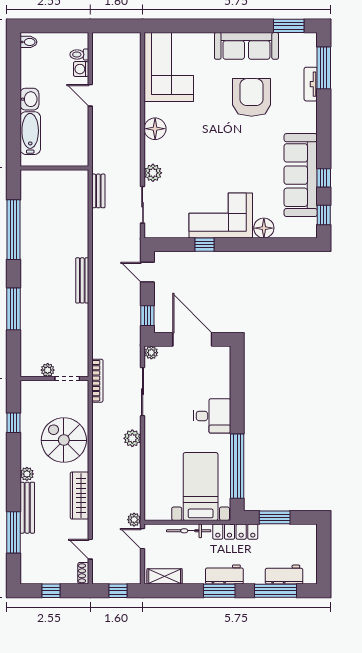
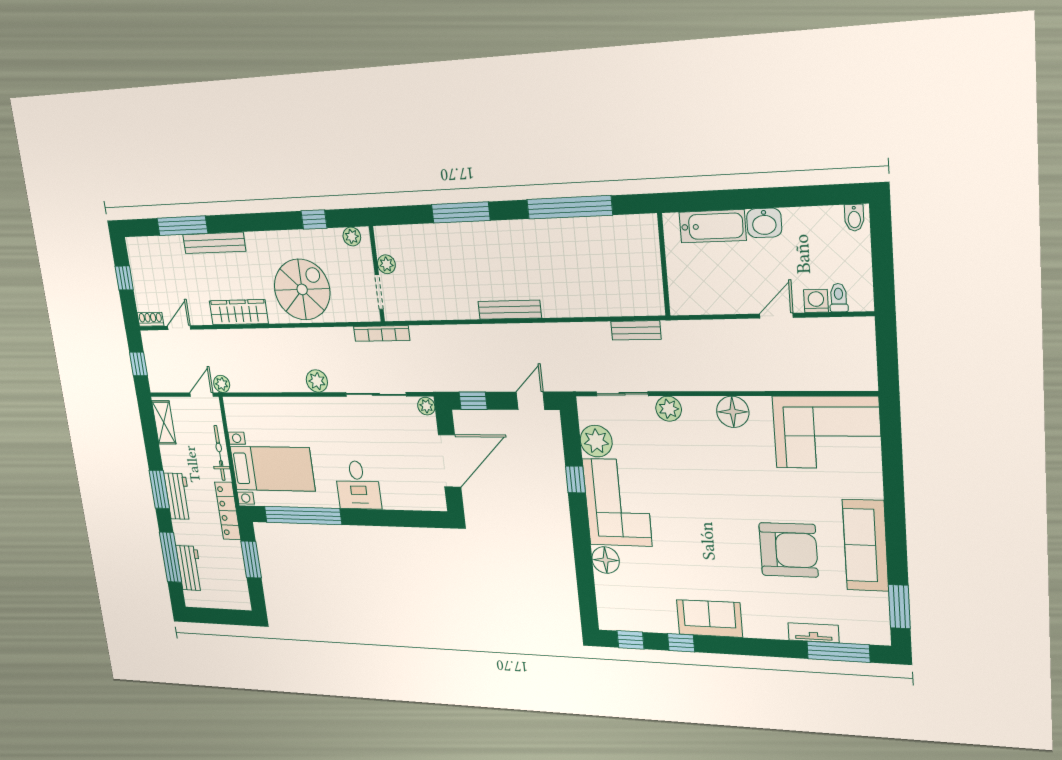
sofa: (301, 175) -> (709, 618), width x0.54, depth x0.79
plant: (176, 227) -> (596, 441), added
plant: (27, 474) -> (352, 236), moved

